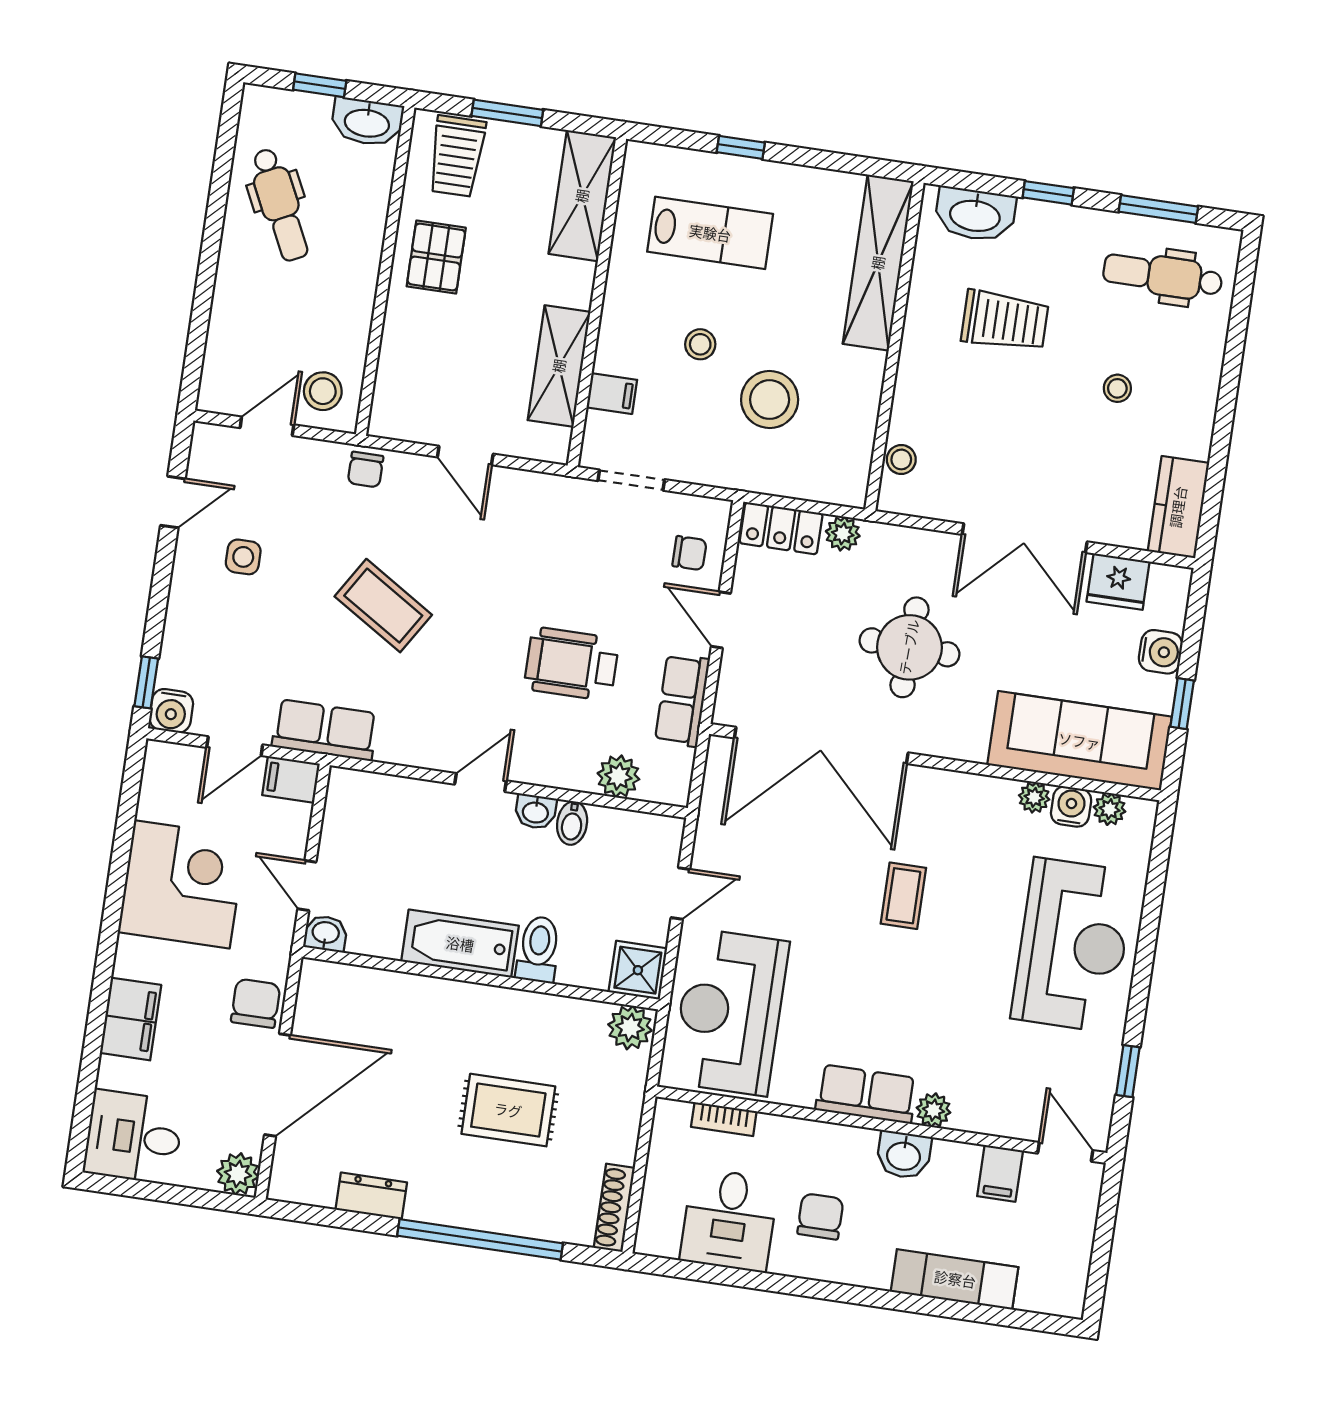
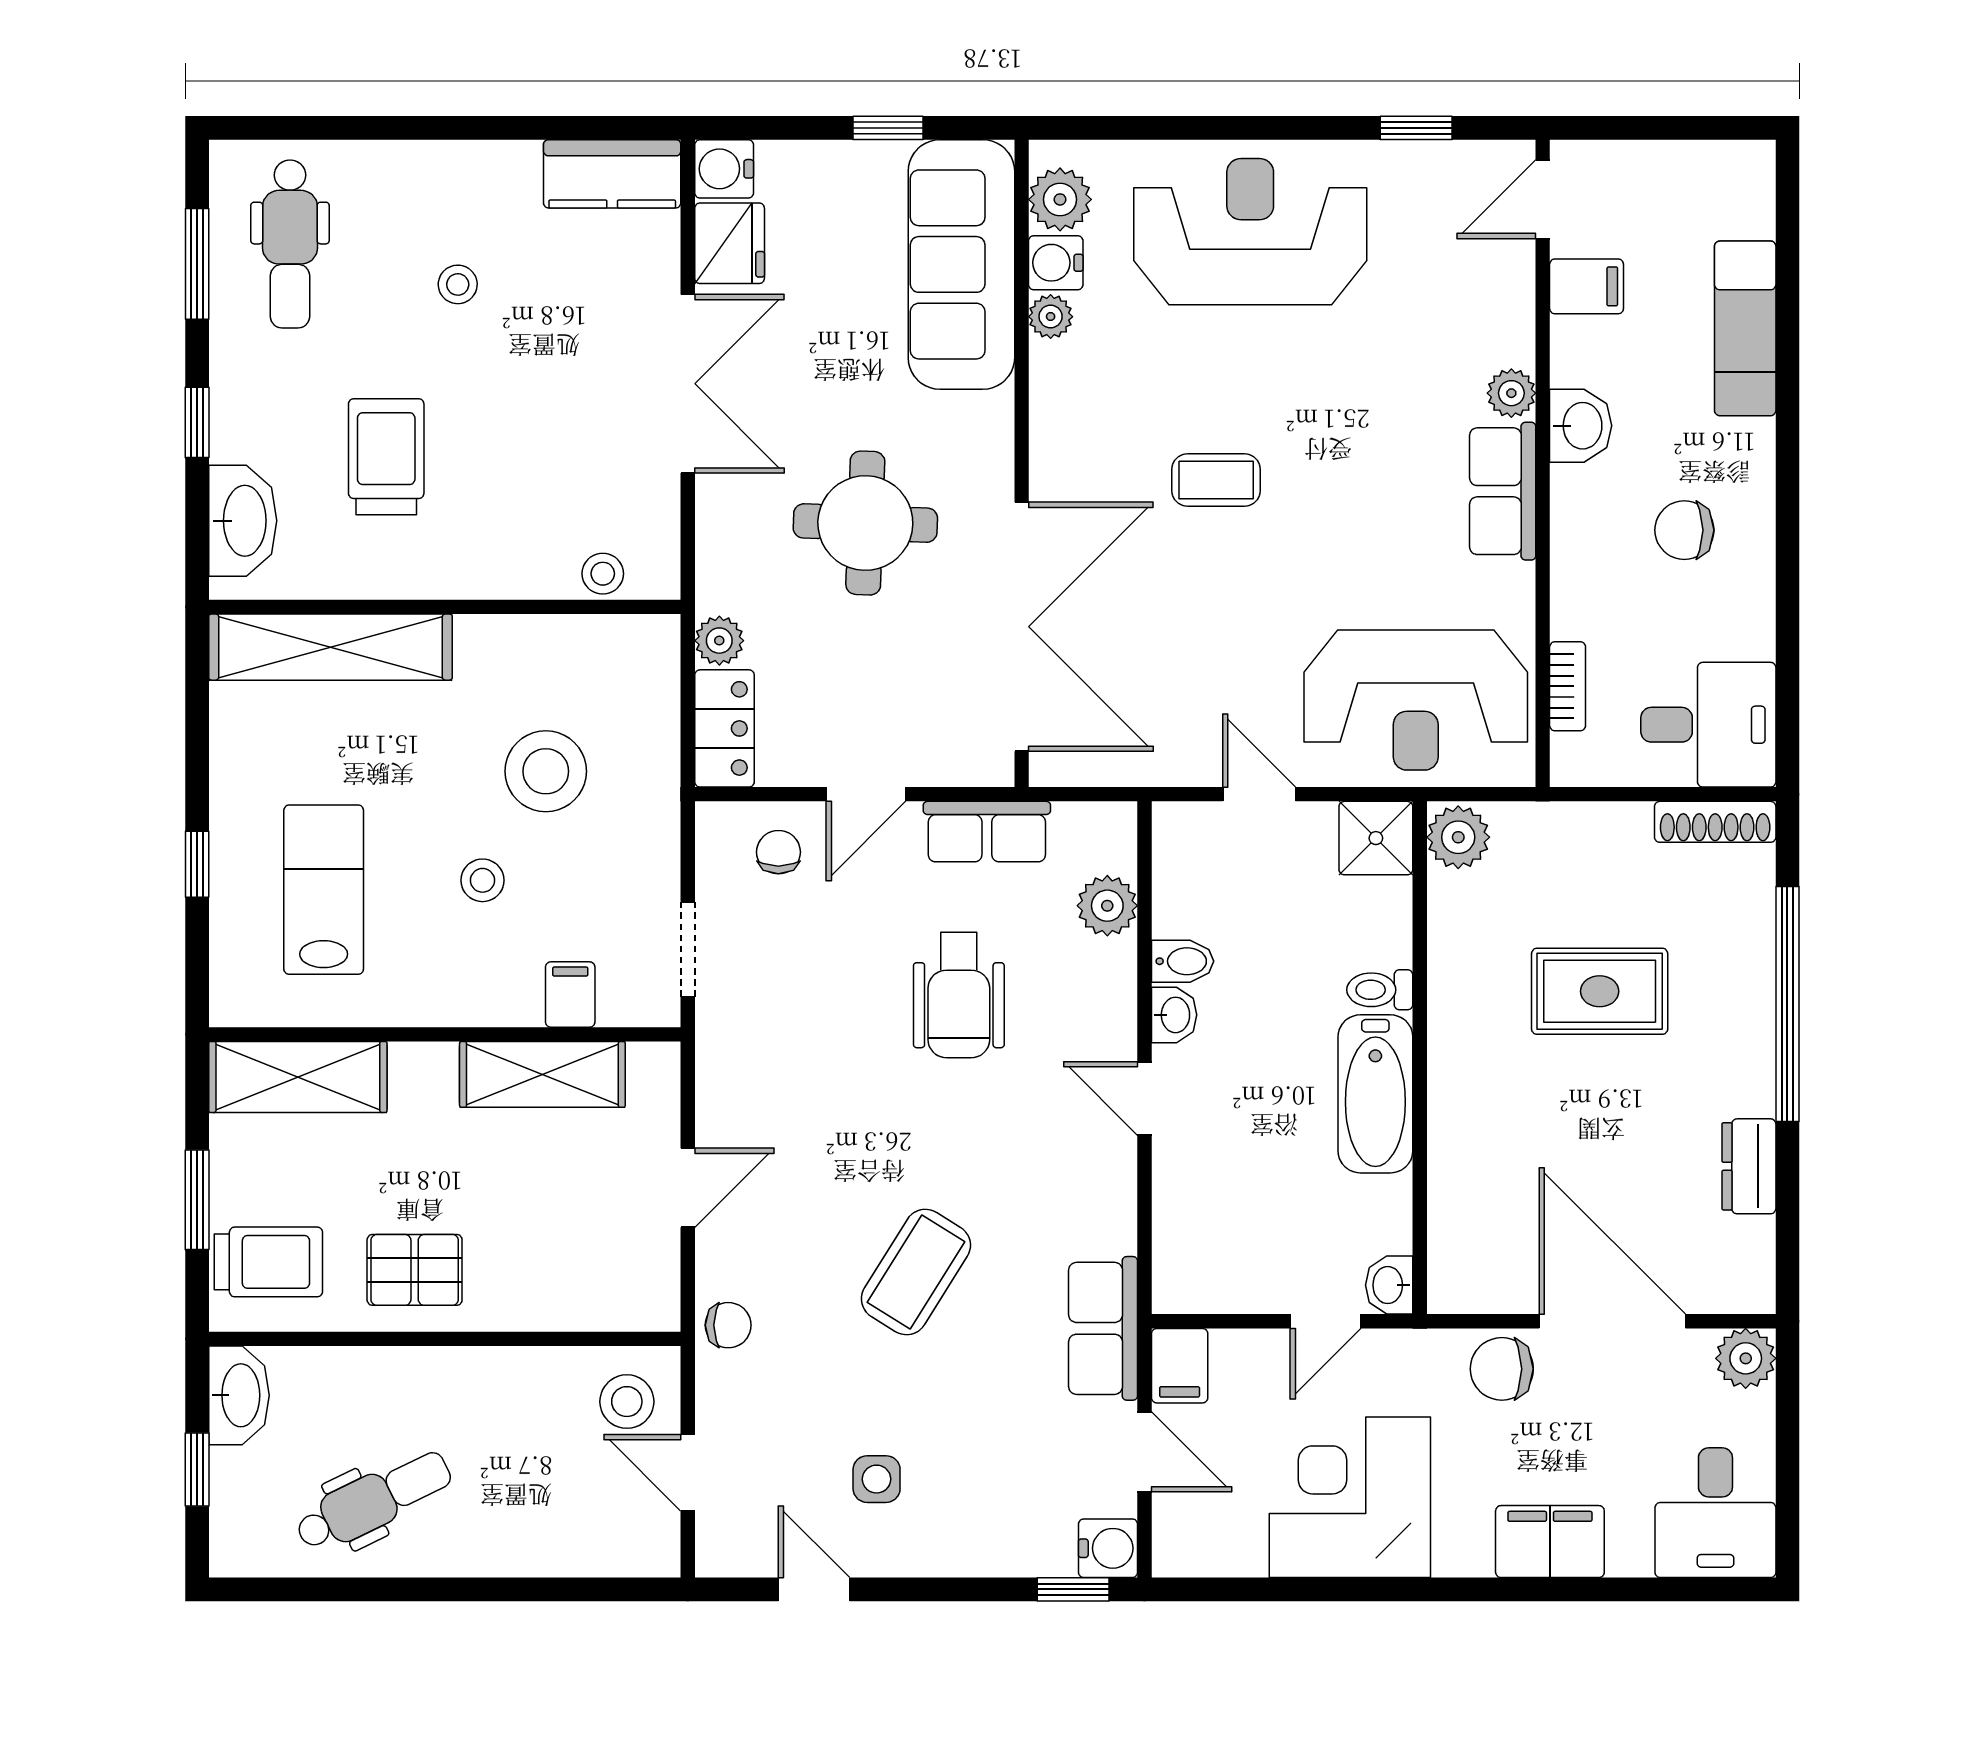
water cooler: (1161, 652) -> (724, 169), moved, turned -90
plant: (1110, 809) -> (1060, 199), width x1.38, depth x1.38
toilet: (538, 949) -> (1380, 990), width x0.73, depth x0.72
rug: (508, 1110) -> (1600, 991), turned 90
desk: (729, 1220) -> (1708, 725), moved

